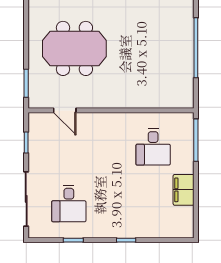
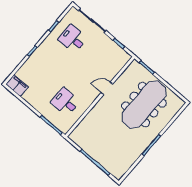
meeting table: (74, 48) -> (144, 105), width x1.36
door: (65, 110) -> (107, 88), moved
filing cabinet: (184, 190) -> (17, 85), moved

